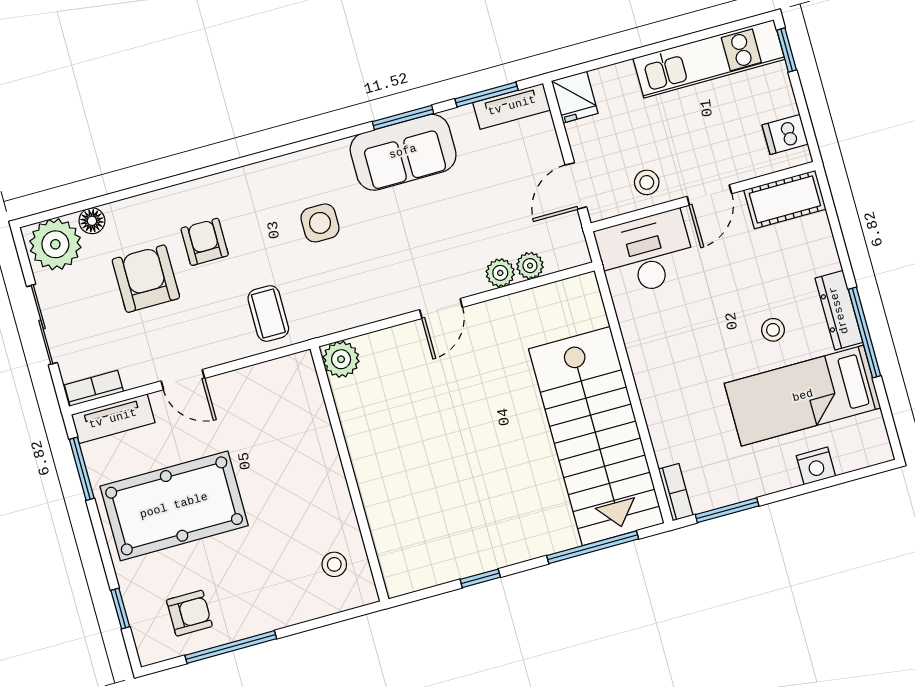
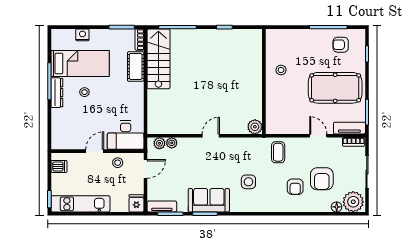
cot: (785, 199) -> (136, 67), moved, turned 90
plant: (500, 273) -> (159, 143), moved
stairs: (596, 436) -> (158, 59), width x0.73, depth x0.66
stool: (334, 564) -> (281, 70), moved

